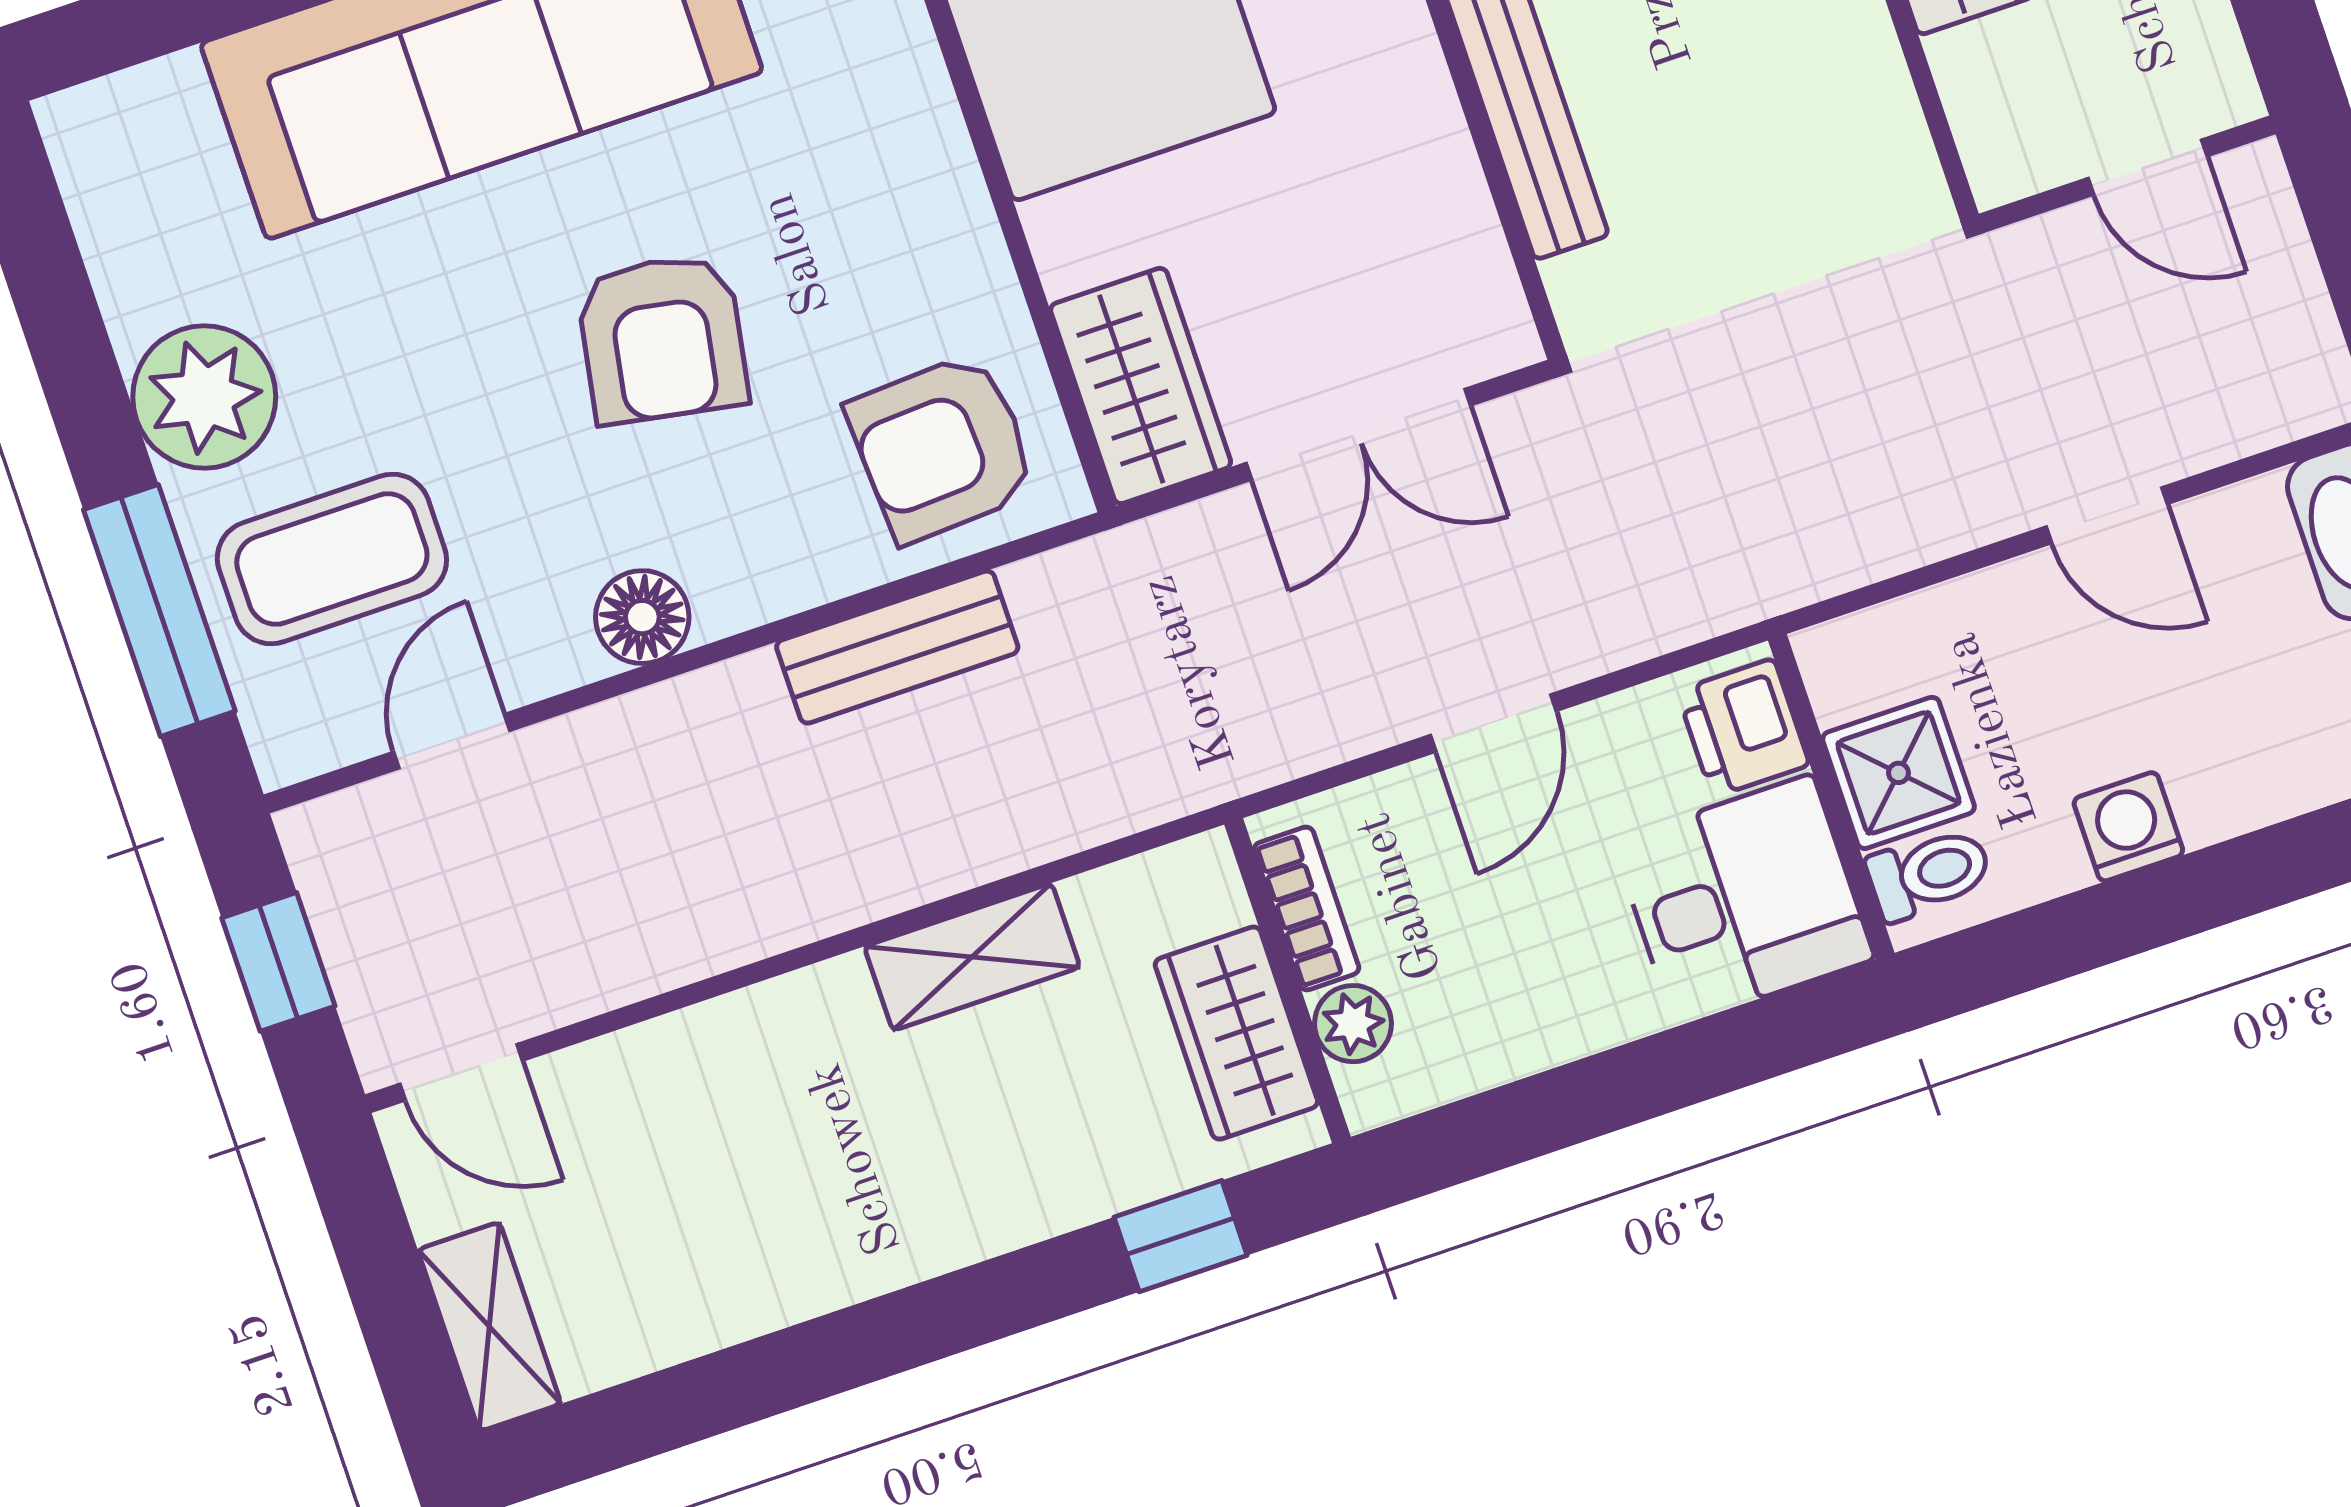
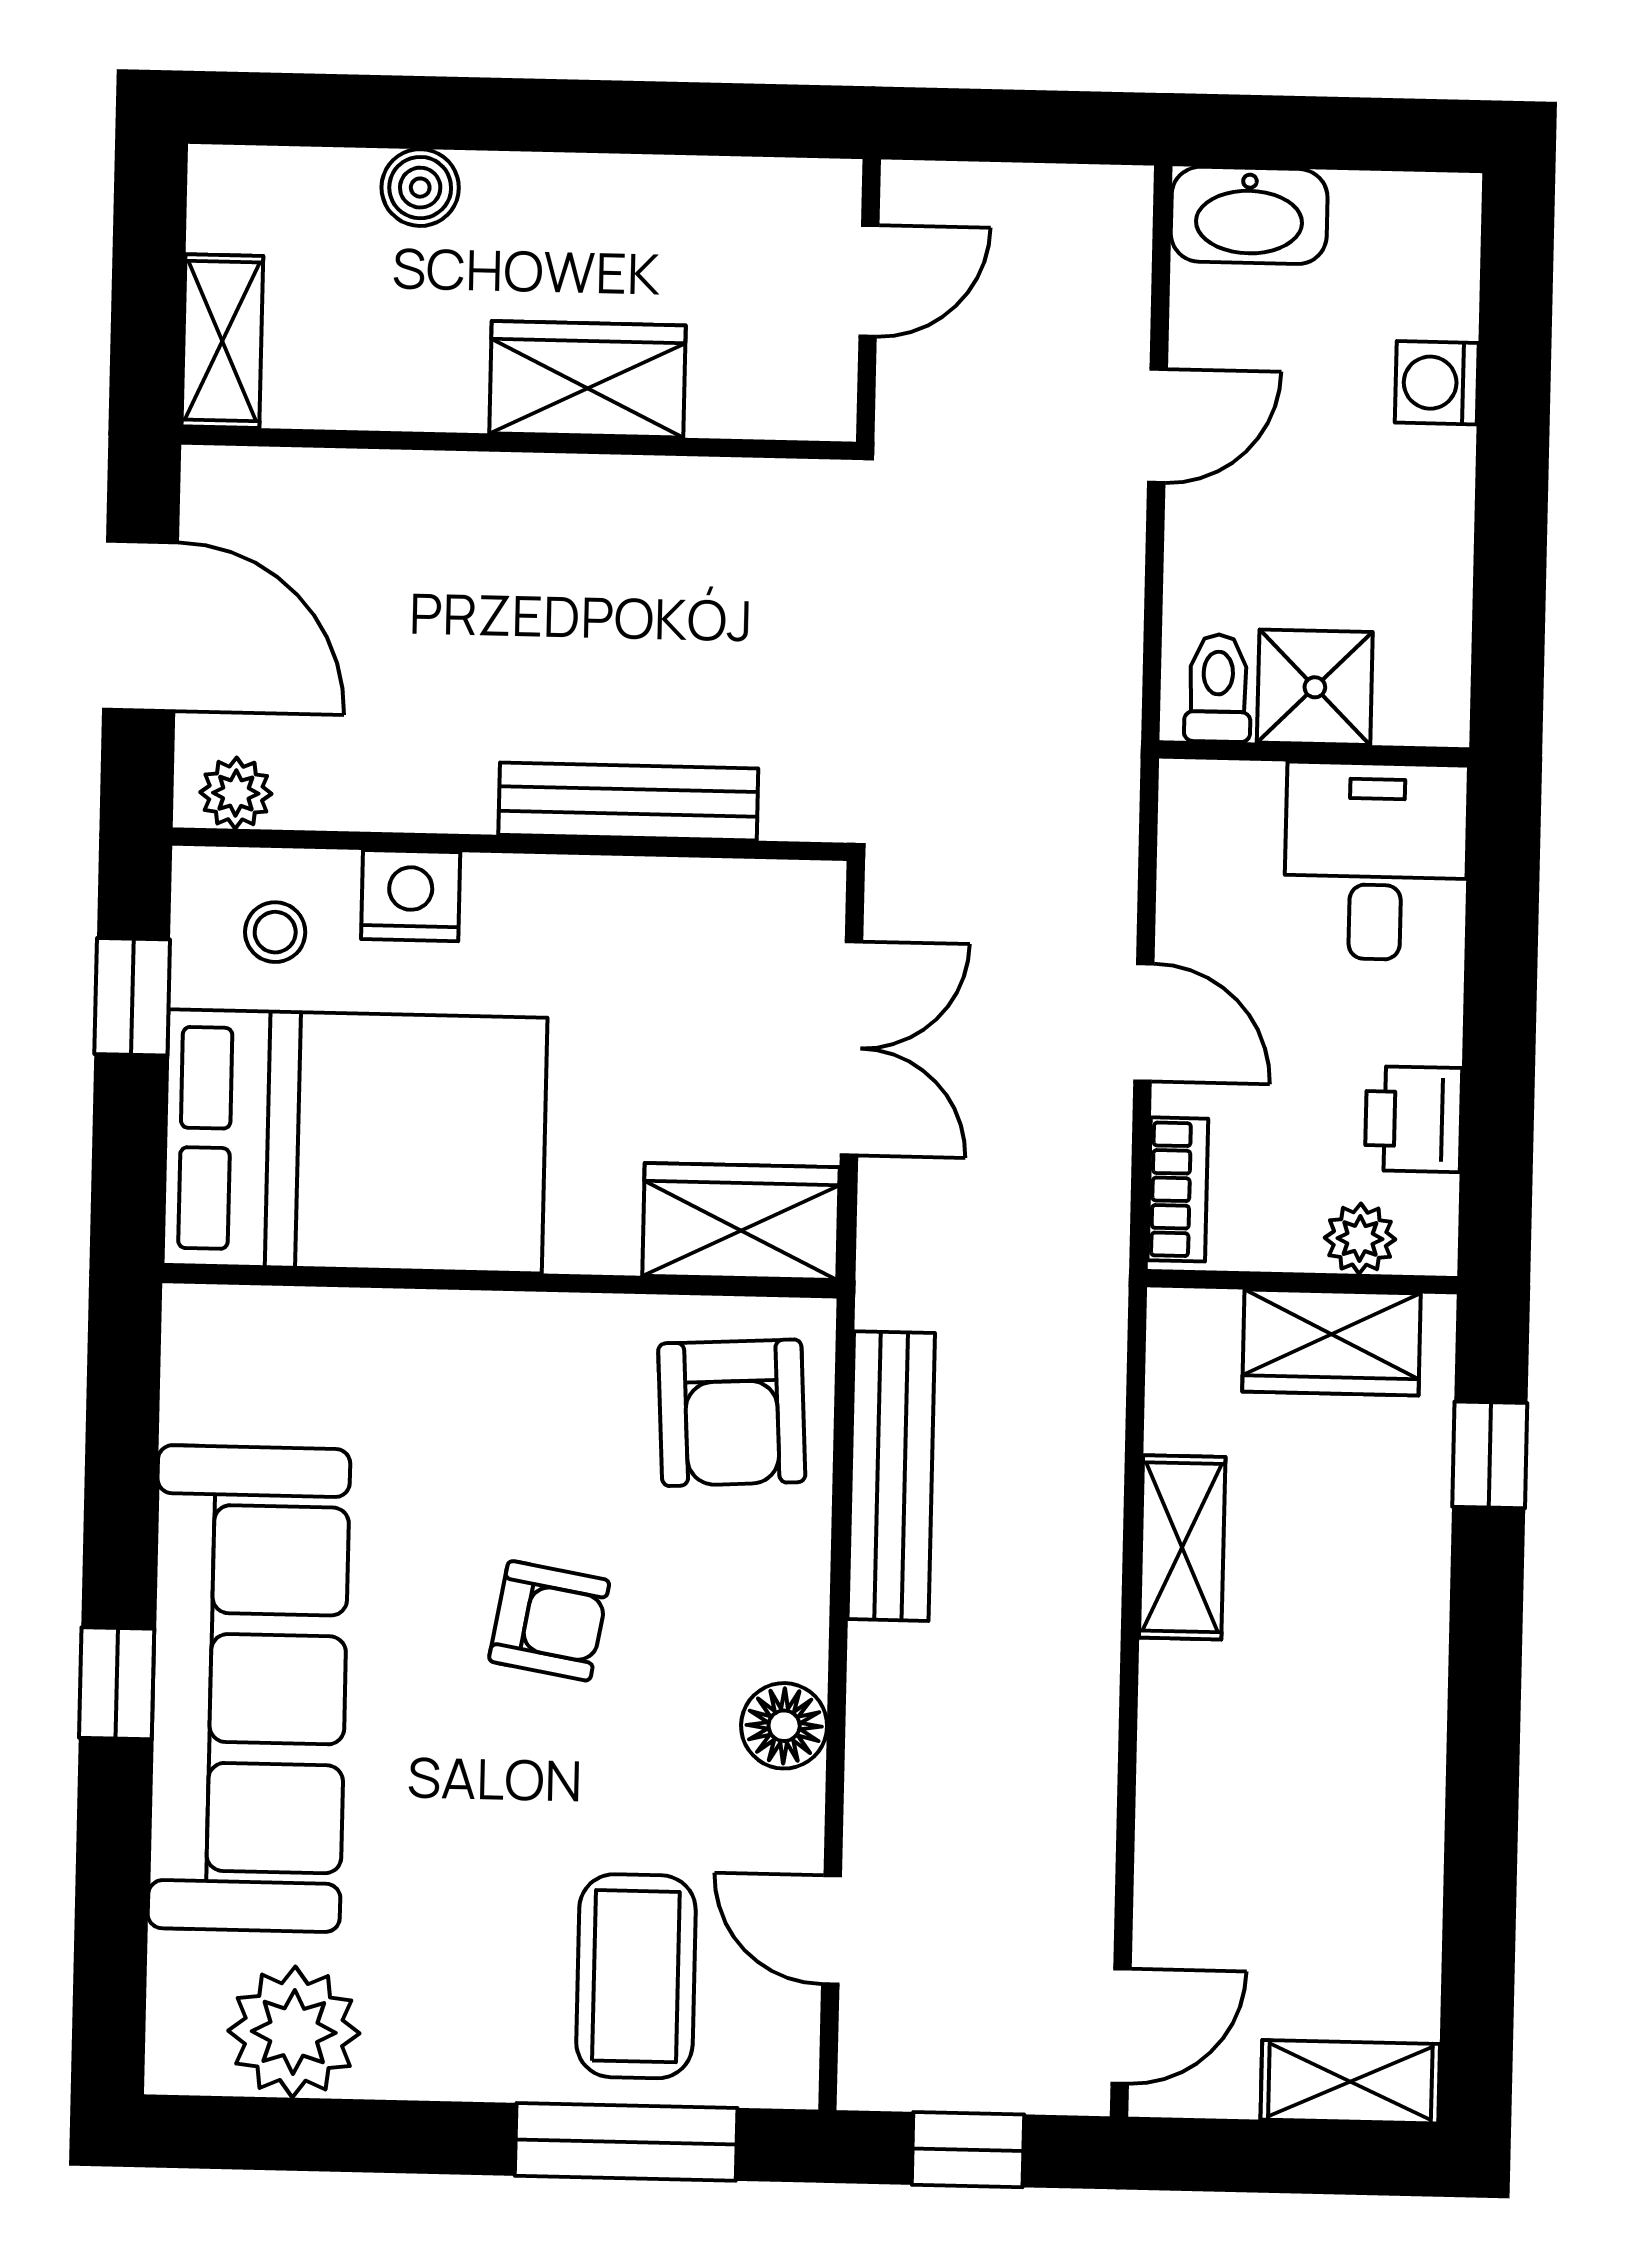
armchair: (662, 339) -> (549, 1621), width x0.72, depth x0.72
plant: (204, 397) -> (294, 2032), moved
bench: (897, 647) -> (891, 1476), width x1.36
printer: (1743, 728) -> (1413, 1119), moved, turned 90
washing machine: (2128, 827) -> (1437, 383), moved
toilet: (1929, 873) -> (1218, 688), moved
bookcase: (1306, 909) -> (1178, 1189), moved, turned 90

